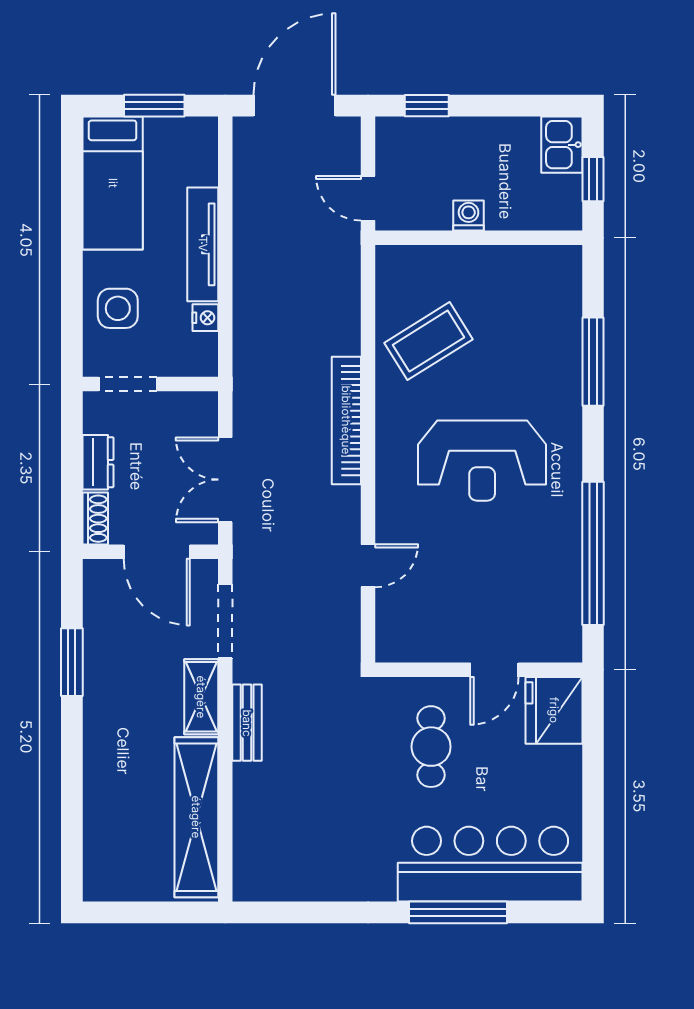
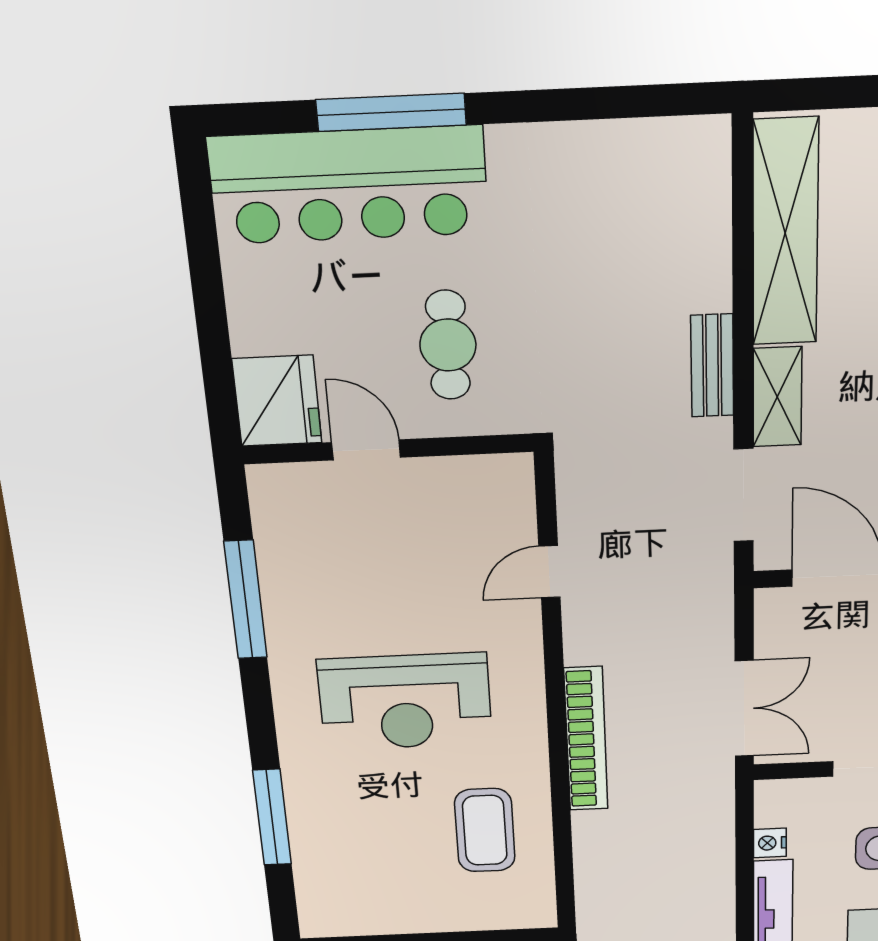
coffee table: (429, 341) -> (485, 830), turned -58
reception desk: (482, 461) -> (405, 702), turned 180
double door: (225, 480) -> (744, 709), moved
window: (593, 553) -> (246, 600), width x0.68
door: (494, 670) -> (366, 450), hinge flipped

